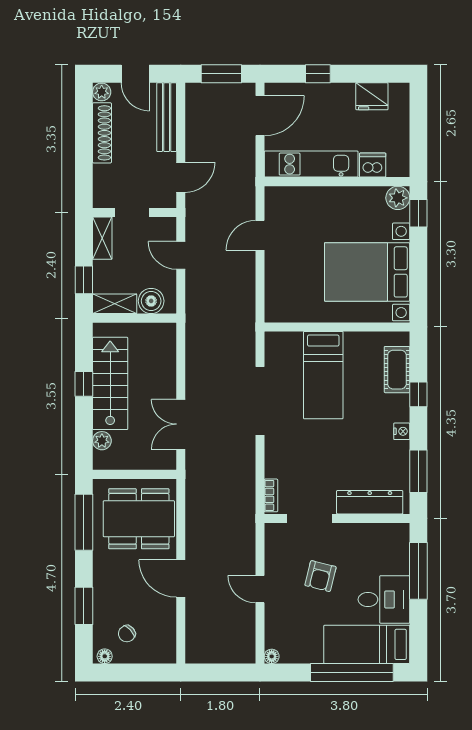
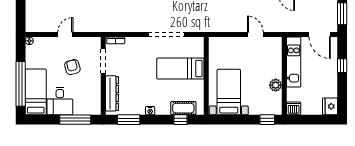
fridge: (372, 96) -> (330, 106), moved
dishwasher: (373, 165) -> (294, 108), moved, turned -90
plant: (398, 198) -> (276, 85), moved
bed with nightstands: (367, 272) -> (229, 92), width x0.73
window: (418, 394) -> (180, 120), moved
armchair: (320, 576) -> (72, 67), turned 61

